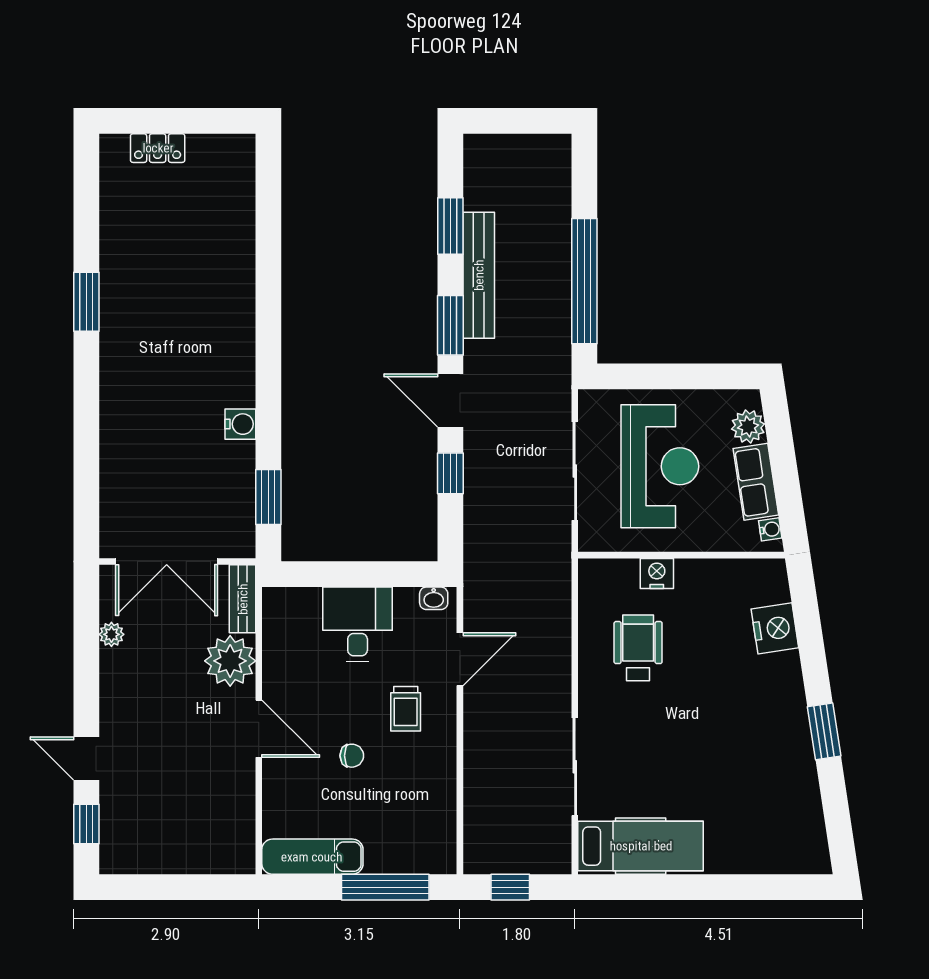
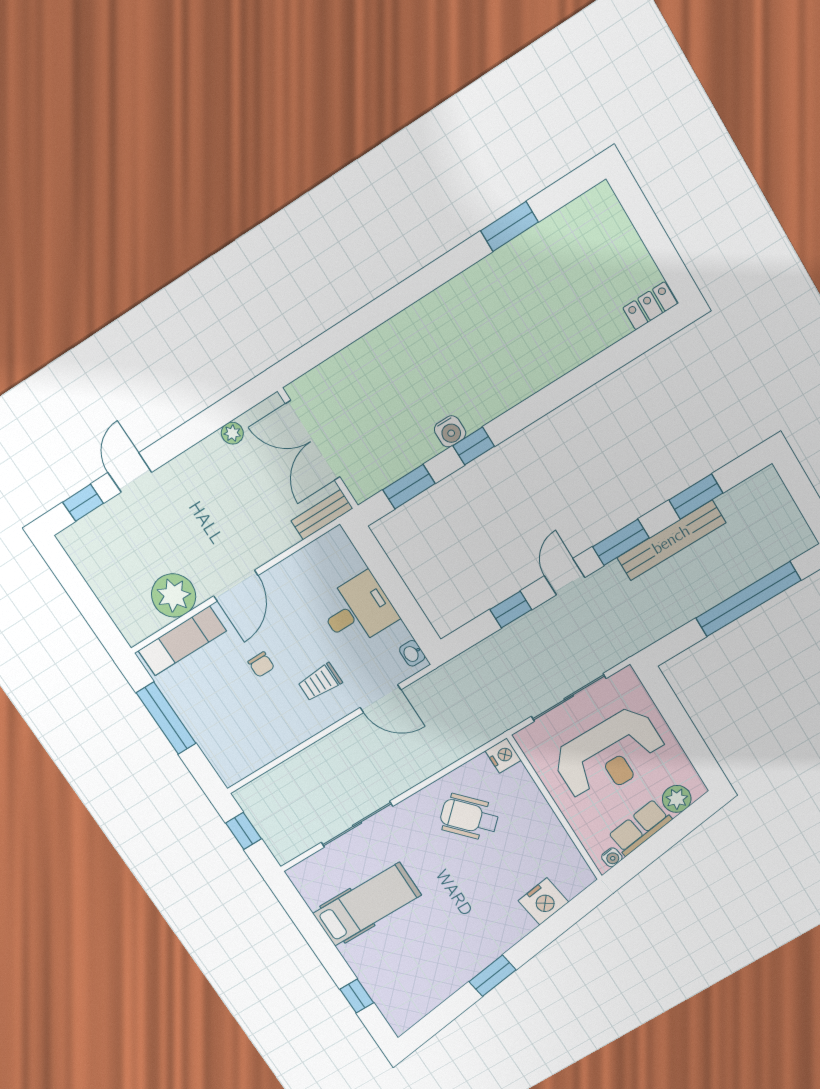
locker: (158, 148) -> (650, 306), moved, turned 90
window: (584, 281) -> (748, 599), moved
window: (86, 302) -> (510, 226), moved
door: (450, 401) -> (565, 577), width x0.73
window: (268, 410) -> (474, 446), added
nightstand: (657, 573) -> (503, 756), moved
wheelchair: (638, 648) -> (469, 817), turned -133
plant: (230, 661) -> (174, 595), moved
hospital bed: (641, 846) -> (367, 904), moved, turned -90
exam couch: (312, 857) -> (182, 641), moved, turned 90
window: (385, 887) -> (166, 718), moved
window: (760, 887) -> (357, 996), added

